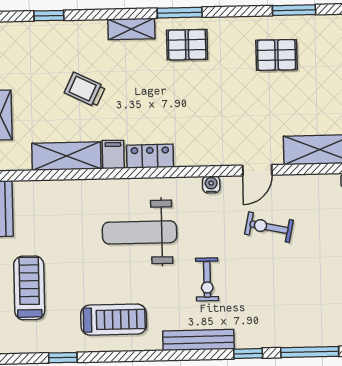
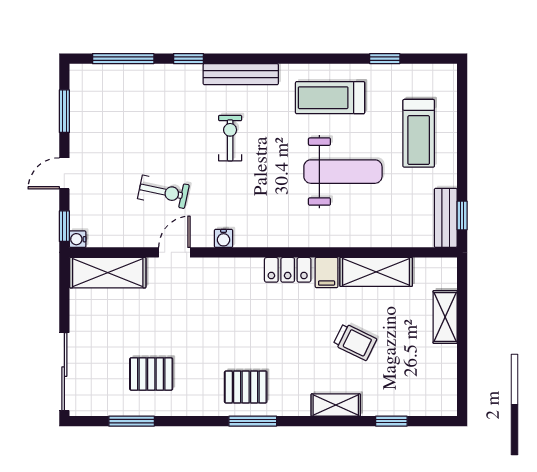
shelving: (131, 29) -> (336, 405), moved
weight bench: (140, 232) -> (343, 172), moved

